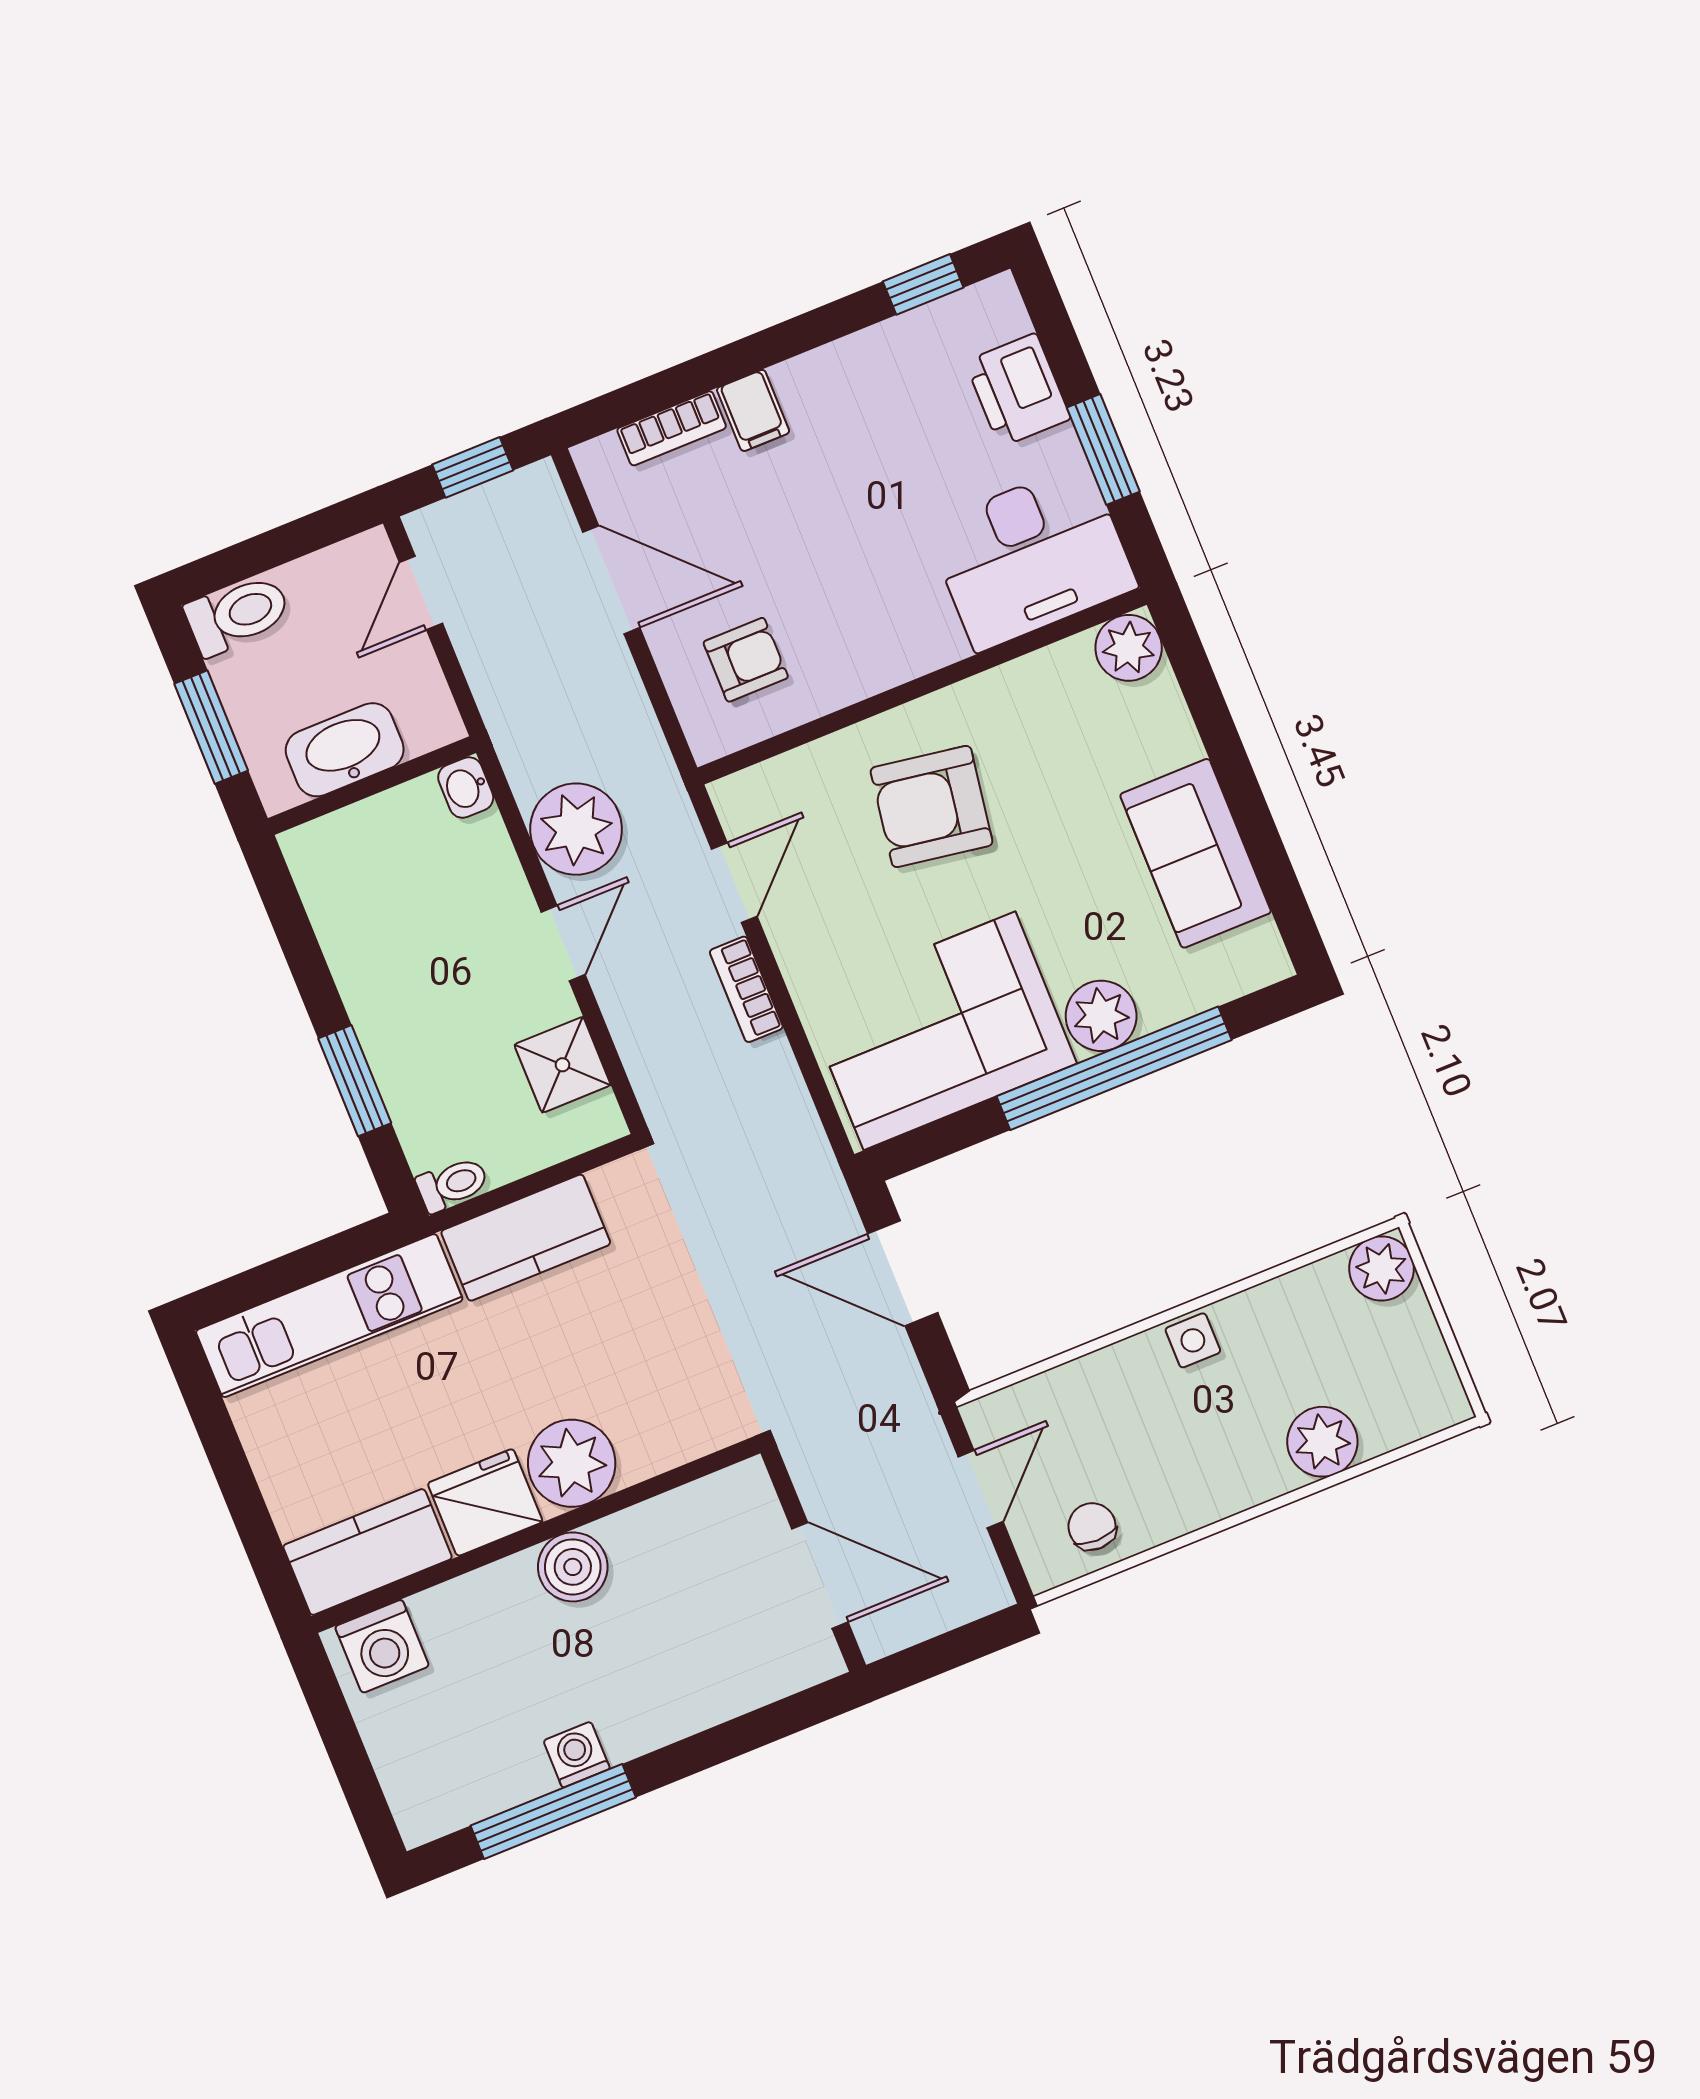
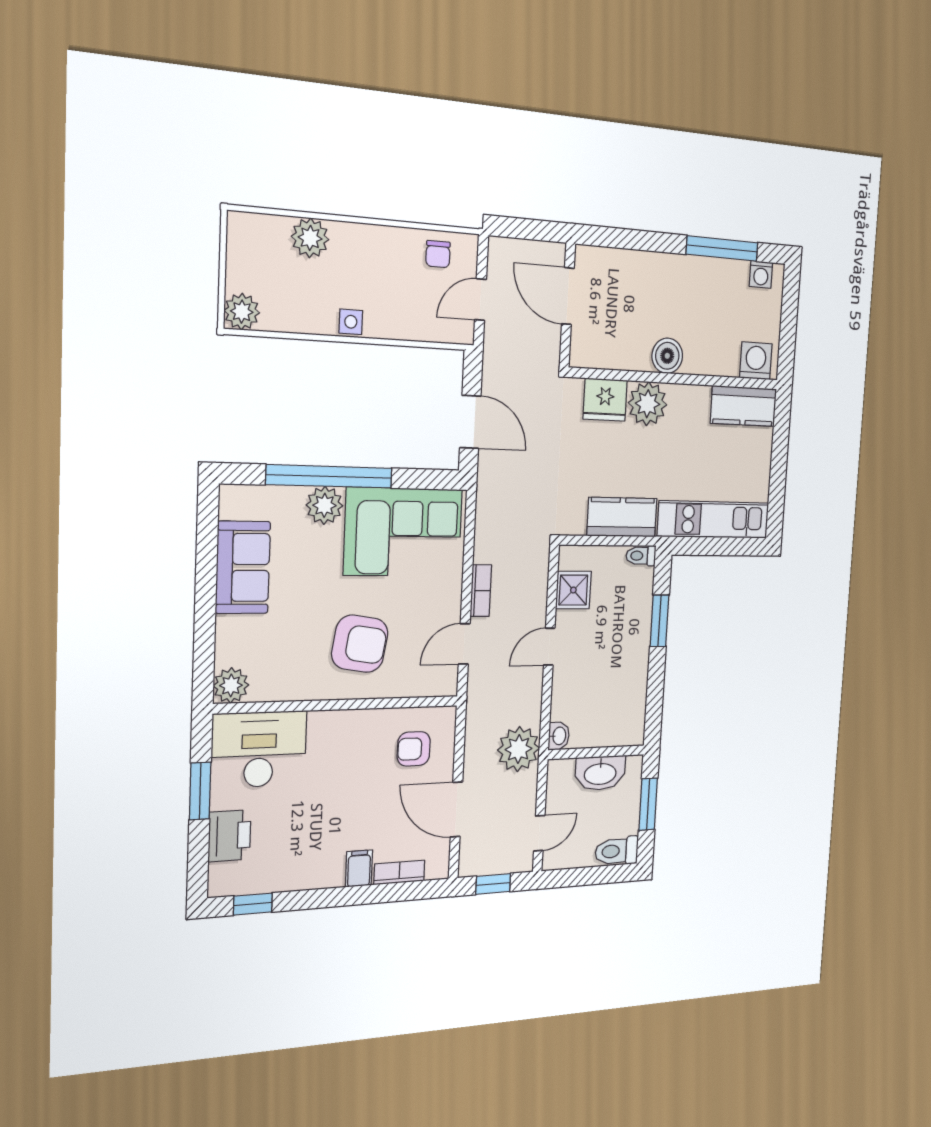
plant: (576, 829) -> (519, 749), moved
fridge: (485, 1502) -> (605, 400), moved
washing machine: (577, 1755) -> (761, 274), moved

